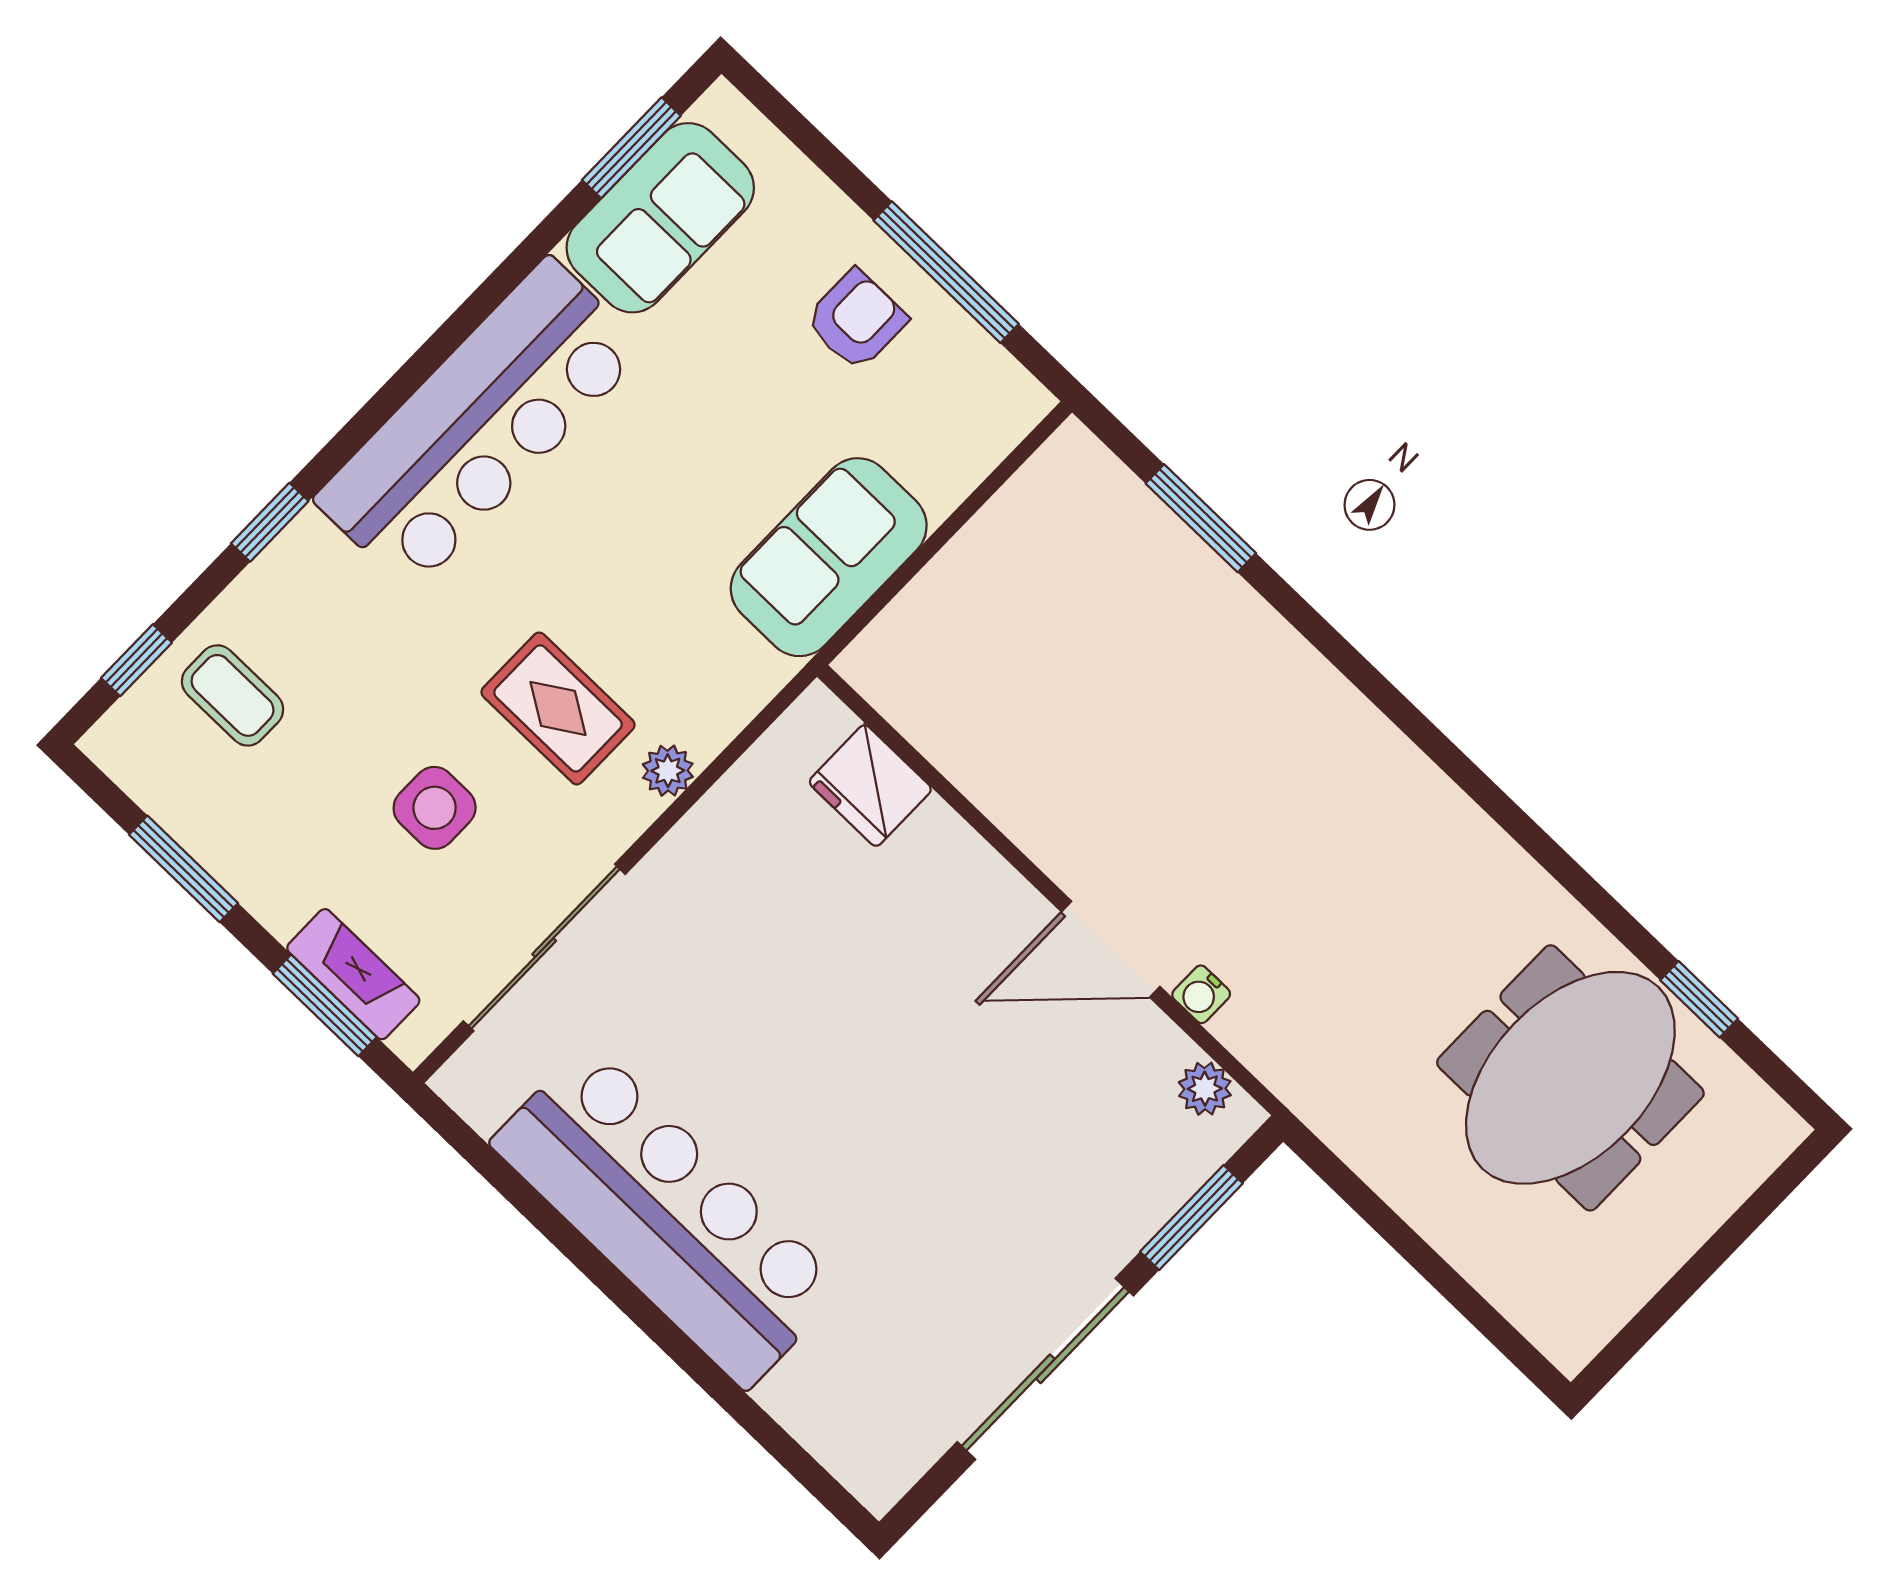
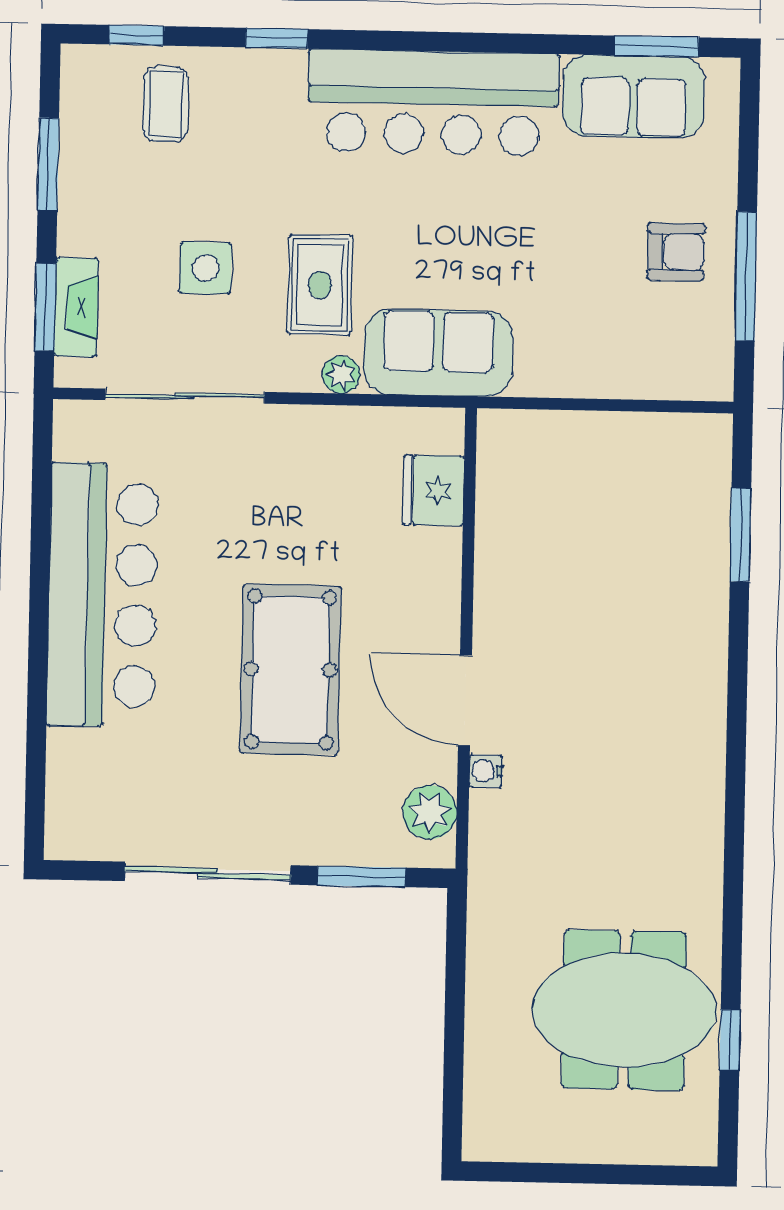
sofa: (829, 557) -> (438, 353), moved
plant: (1205, 1089) -> (430, 812), width x1.38, depth x1.38
pool table: (917, 1096) -> (290, 669), added

